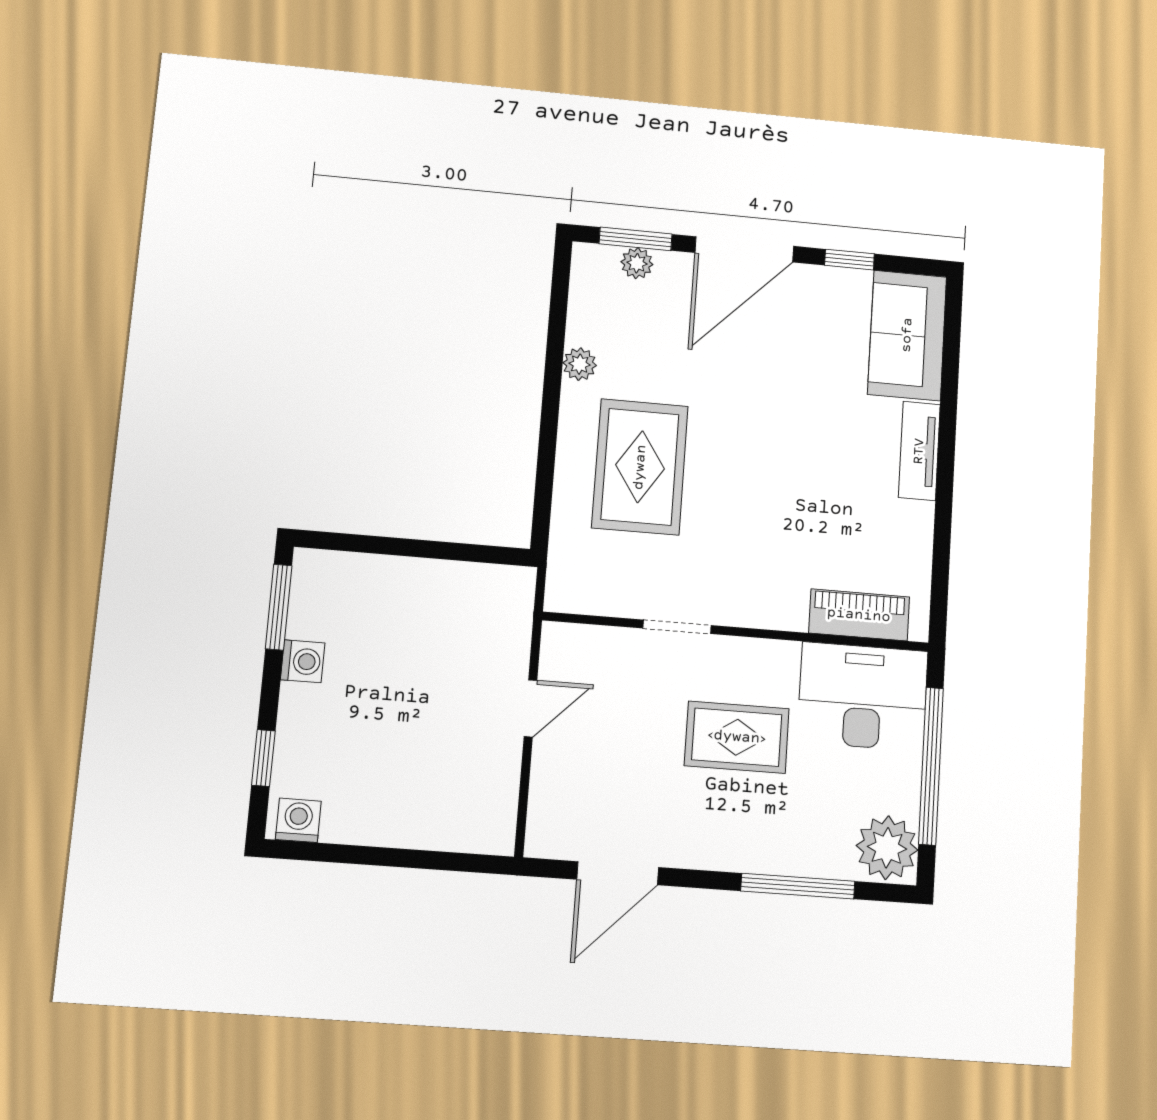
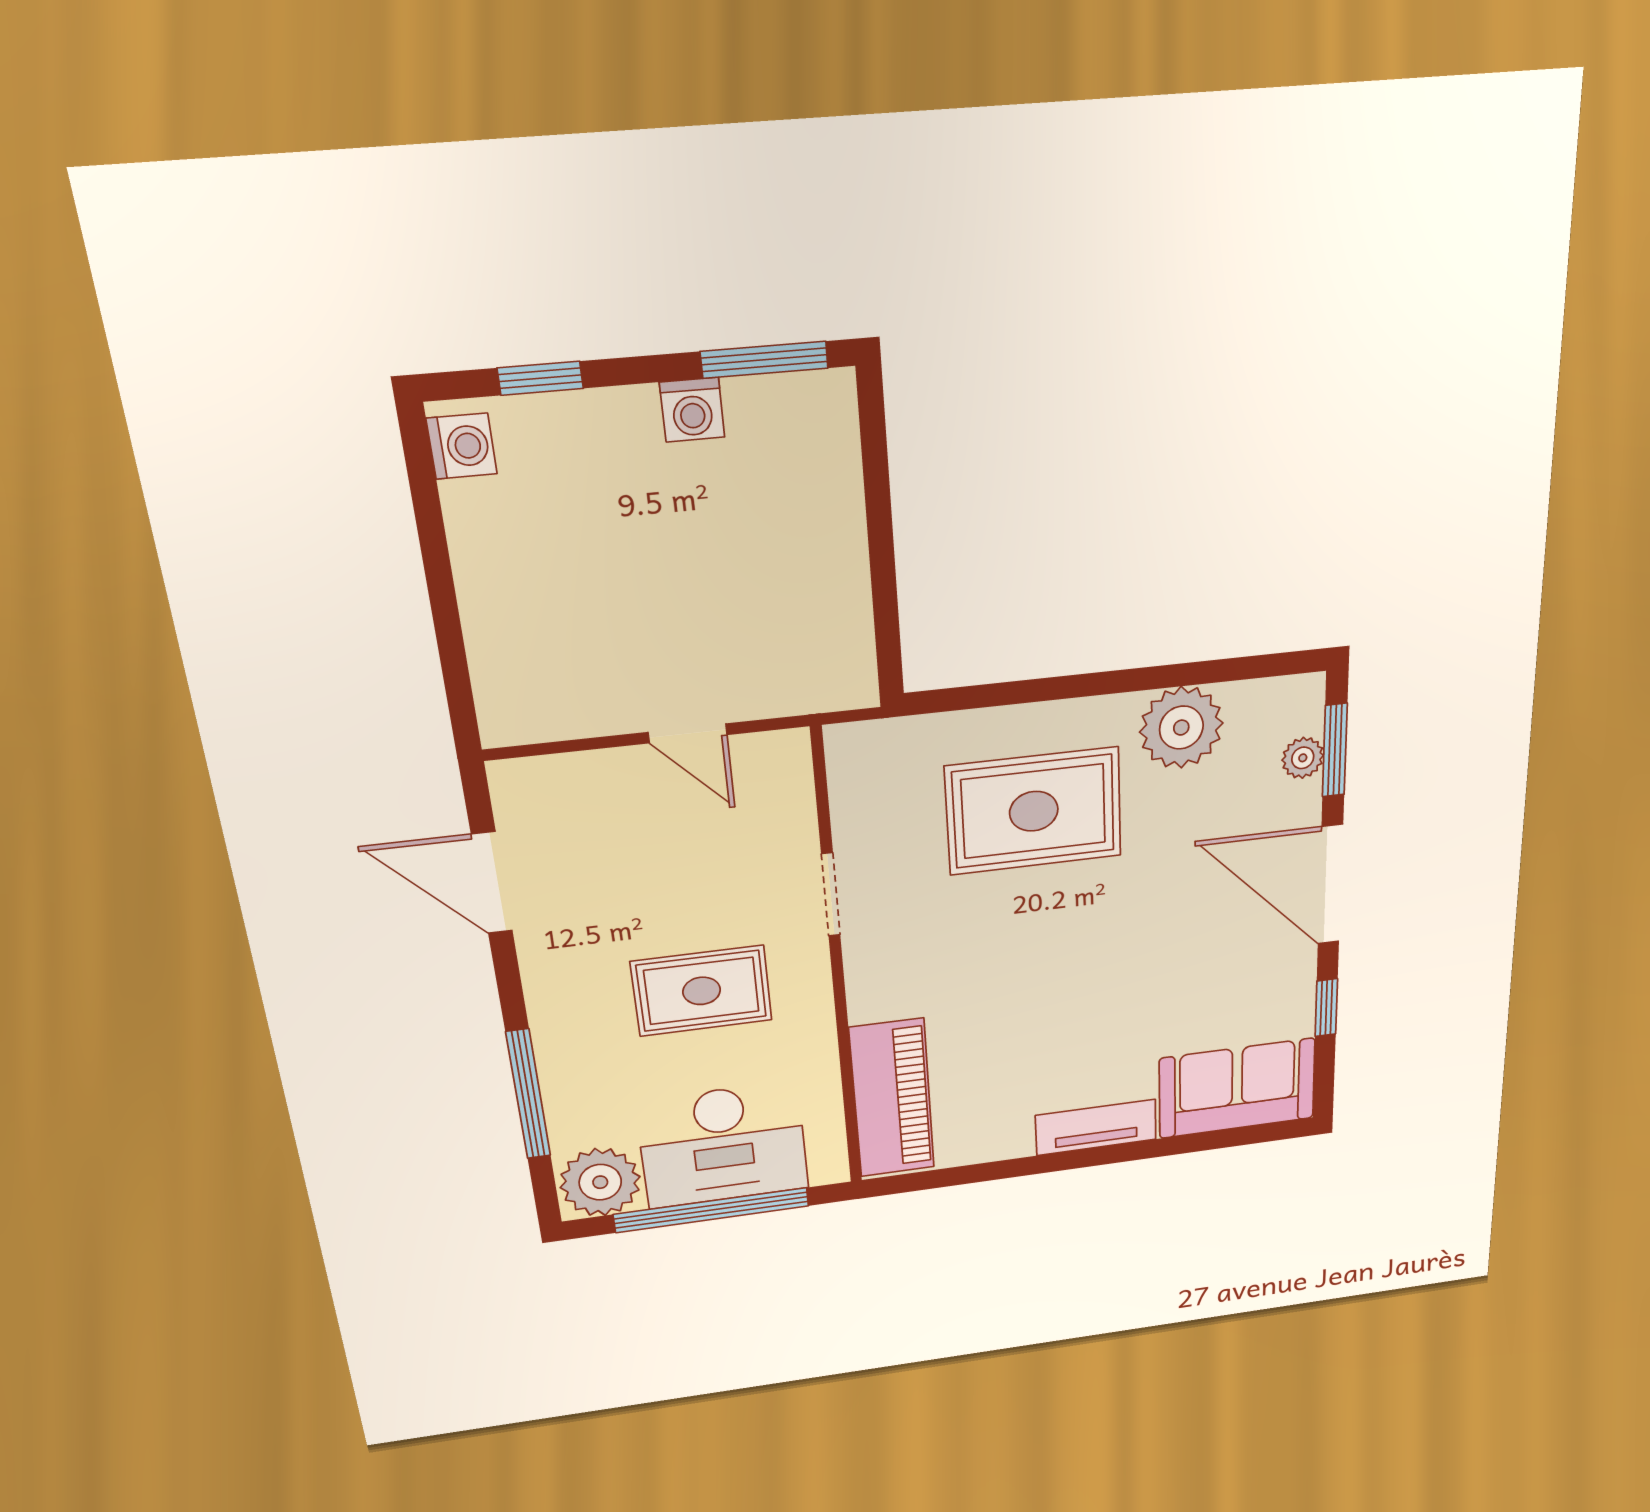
plant: (580, 364) -> (1181, 728), width x1.87, depth x1.87
piano: (859, 615) -> (892, 1098), width x1.37, depth x1.33
desk: (863, 696) -> (723, 1145), moved, turned 90
rug: (737, 737) -> (702, 991), turned 90

